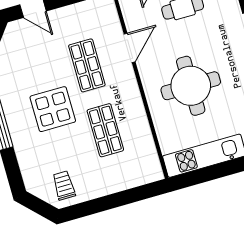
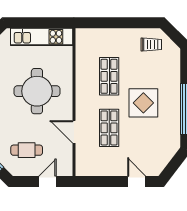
door: (130, 48) -> (74, 132), hinge flipped
trolley: (64, 185) -> (151, 44), turned -90

